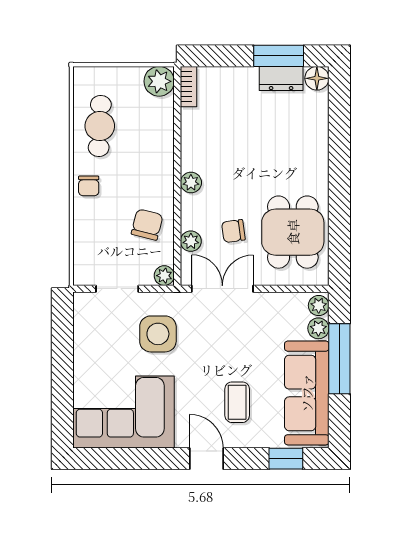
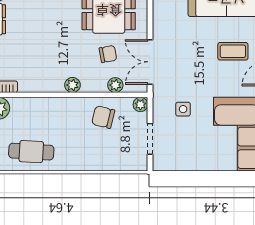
chair: (89, 186) -> (75, 160), removed
chair: (233, 231) -> (108, 54), turned -92
side table: (158, 334) -> (183, 109), width x0.54, depth x0.54

